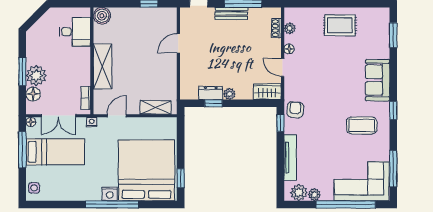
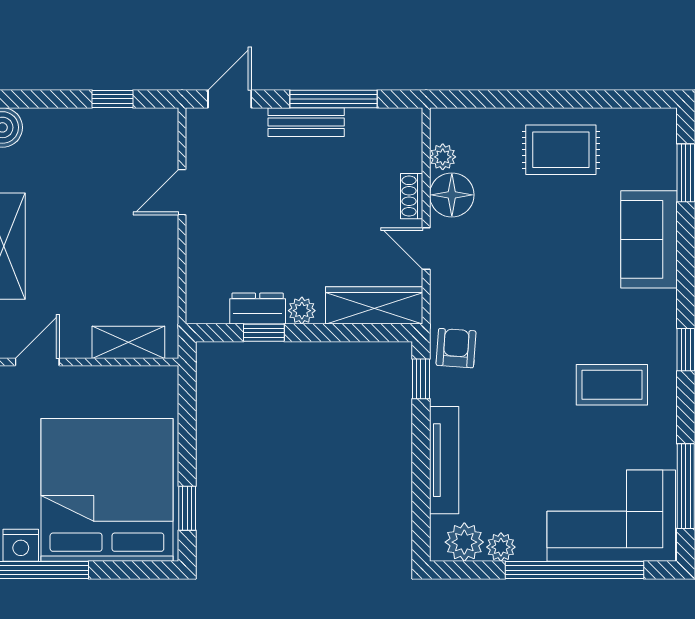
shoe rack: (276, 28) -> (412, 196), moved
floor lamp: (289, 49) -> (452, 195), width x1.89, depth x1.89
sofa: (378, 80) -> (649, 239), moved
wardrobe: (267, 92) -> (374, 305), width x1.50

